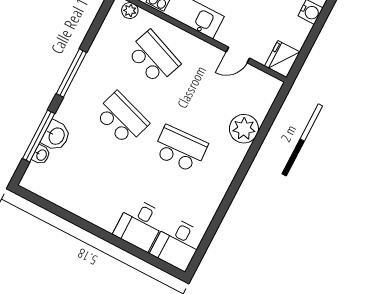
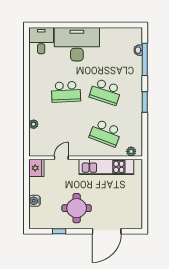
window: (71, 73) -> (145, 102), width x0.69
plant: (244, 129) -> (34, 124), width x0.53, depth x0.53
washbasin: (56, 136) -> (136, 64), removed
desk: (140, 225) -> (77, 44), width x1.87, depth x1.30

